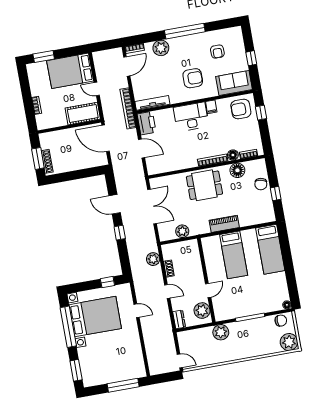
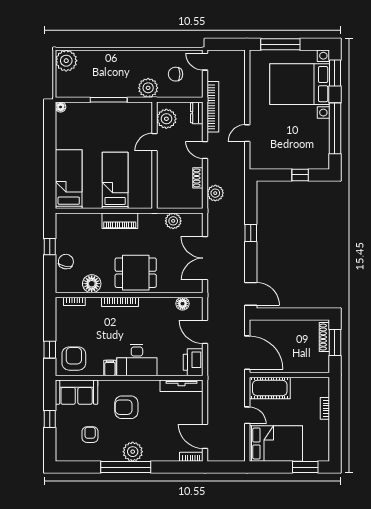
plant: (161, 48) -> (133, 452), moved
door: (127, 66) -> (205, 436), hinge flipped
bookcase: (128, 108) -> (213, 107), moved
armchair: (241, 109) -> (74, 359), turned -90
floor lamp: (233, 155) -> (183, 304), moved
door: (115, 204) -> (251, 294), moved
window: (107, 282) -> (300, 175), moved
door: (137, 311) -> (247, 133), hinge flipped
bed with nightstands: (95, 317) -> (300, 84), moved
chair: (281, 321) -> (176, 74), moved

